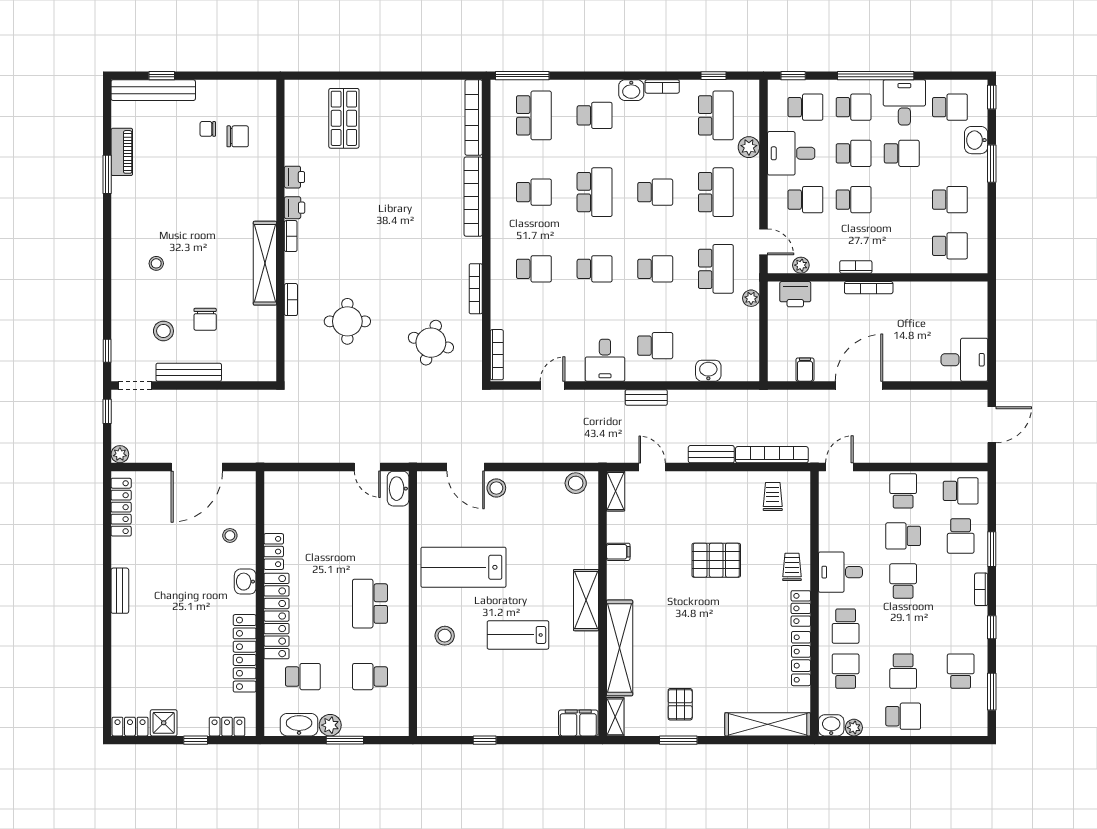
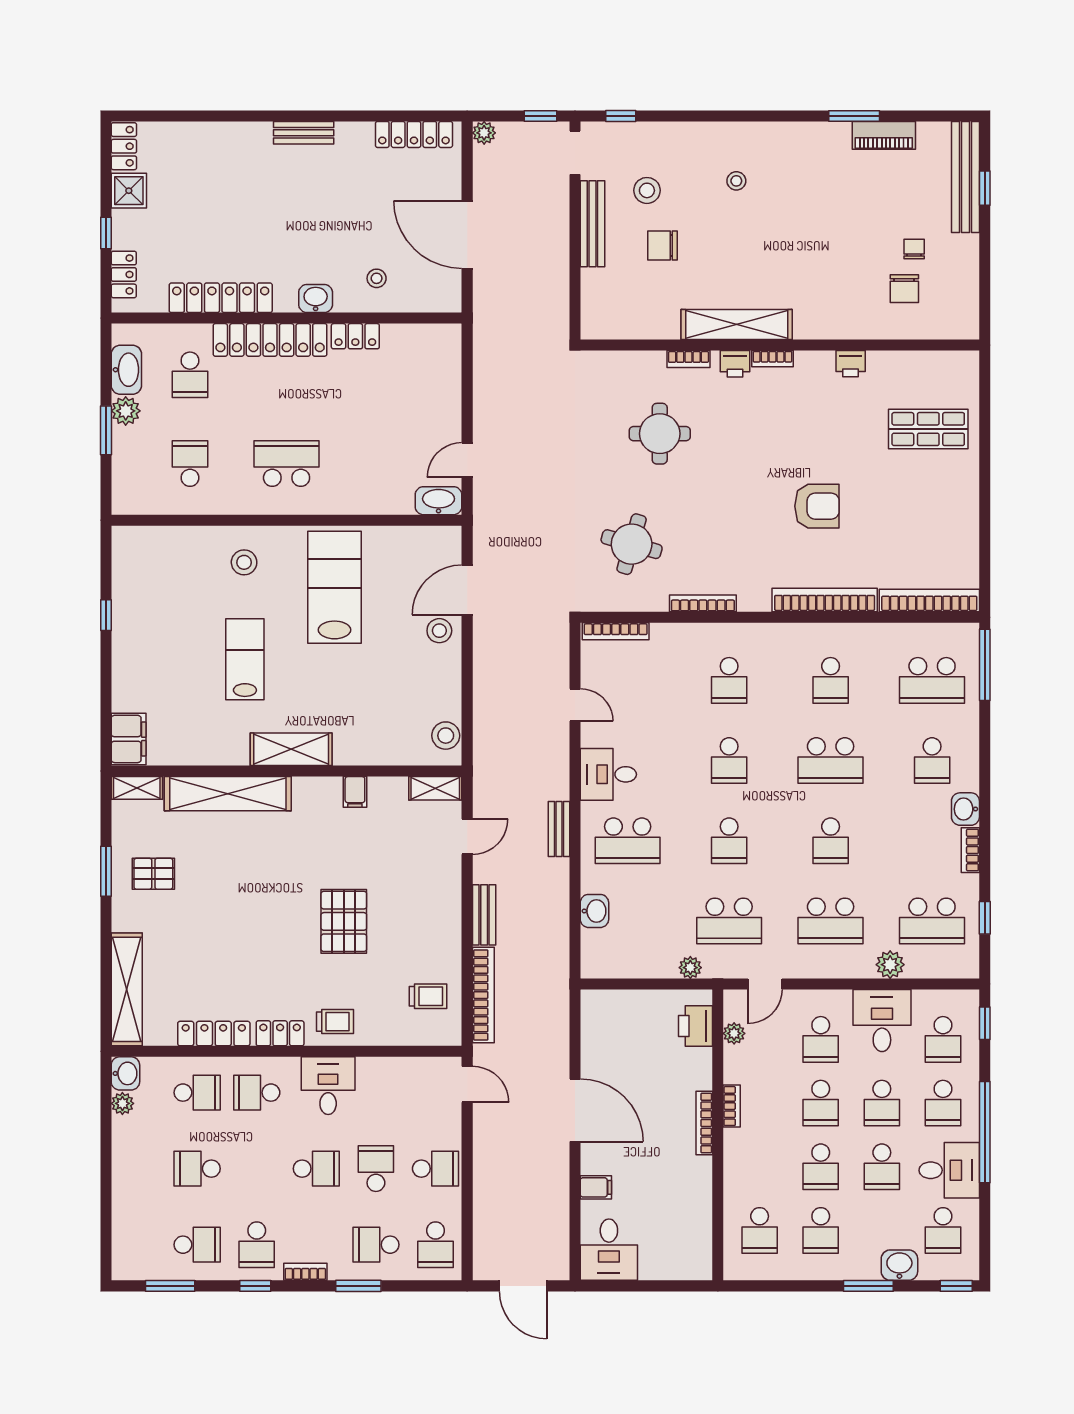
school desk: (902, 200) -> (821, 1167), added
armchair: (402, 202) -> (817, 506), added
printer: (295, 208) -> (735, 364), moved
school desk: (655, 346) -> (628, 841), width x1.85
filing cabinet: (805, 370) -> (596, 1187), moved
school desk: (903, 716) -> (257, 1245), moved

